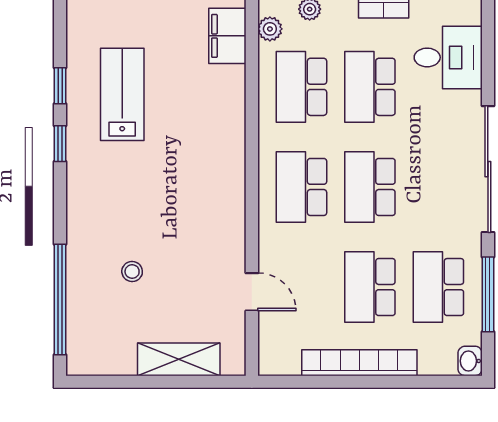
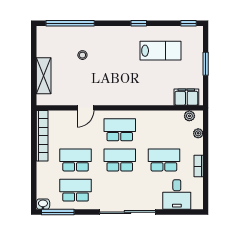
window: (60, 86) -> (188, 23), moved
school desk: (301, 87) -> (164, 130), removed
door: (252, 292) -> (85, 108), moved
window: (488, 294) -> (58, 212), moved
bookcase: (359, 363) -> (42, 136), moved

